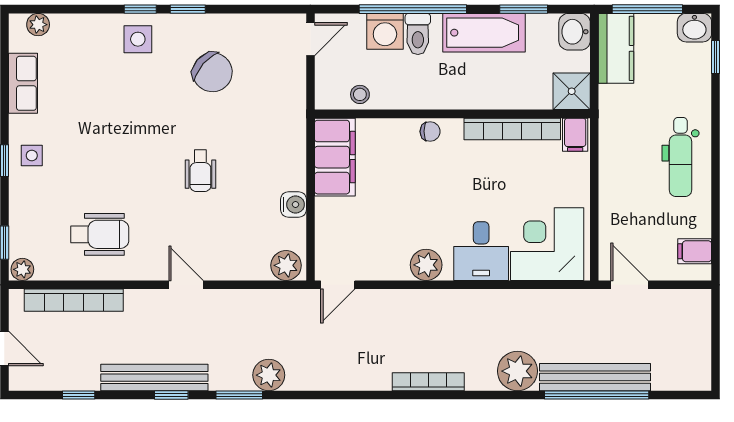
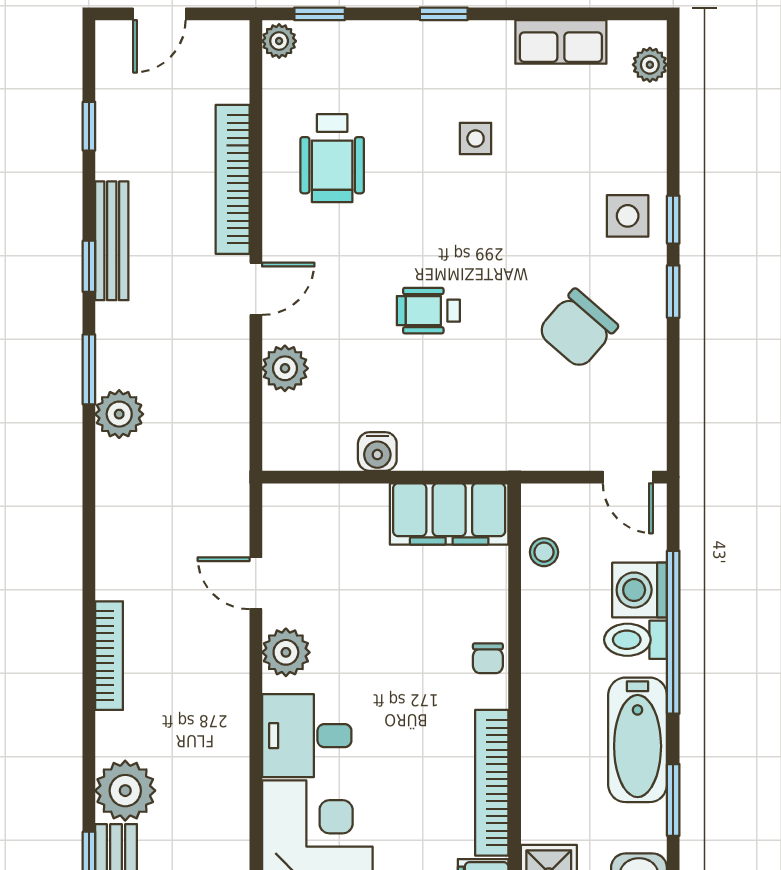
side table: (32, 156) -> (476, 139), moved
plant: (286, 265) -> (285, 368), moved
door: (338, 285) -> (256, 583), moved
bookcase: (74, 300) -> (233, 179), moved
bench: (154, 378) -> (112, 241), width x0.73, depth x0.82

